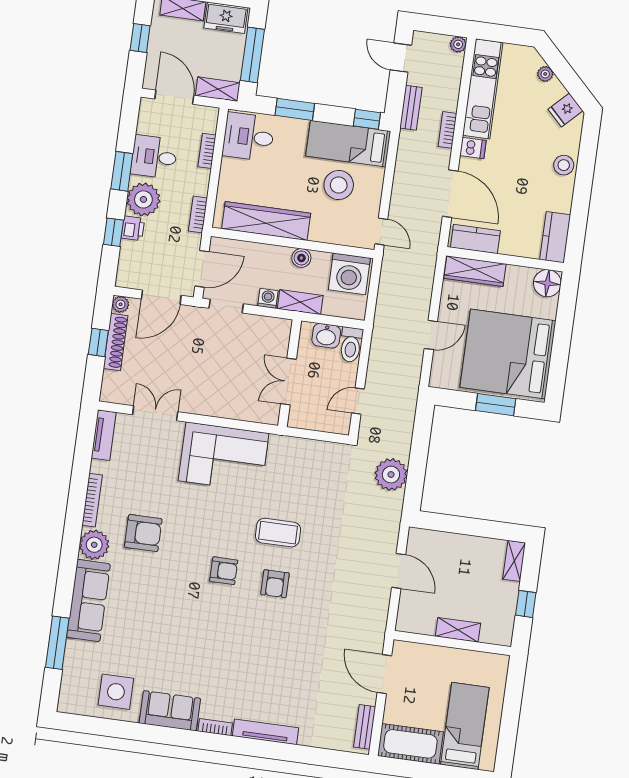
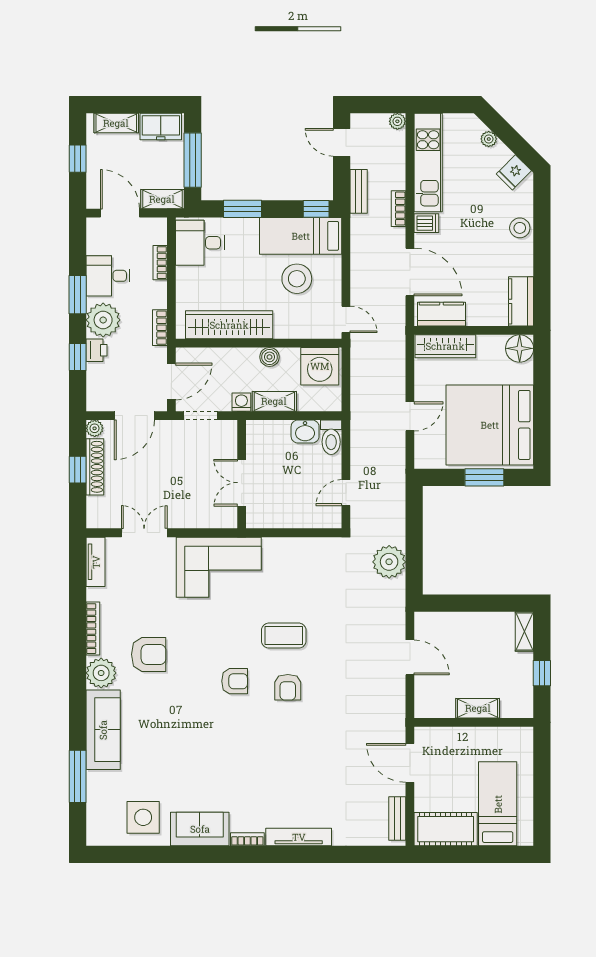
wall: (290, 373) -> (242, 474), moved
double door: (288, 382) -> (242, 483), moved

